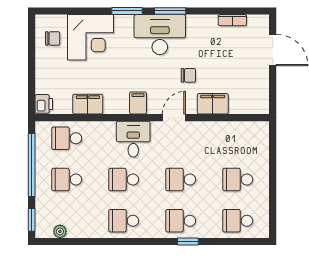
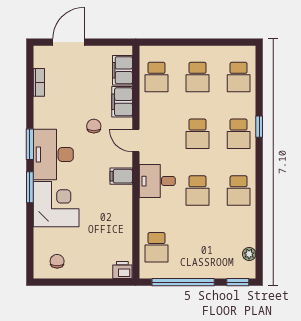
corner desk: (90, 37) -> (56, 204), moved
filing cabinet: (88, 104) -> (122, 70), moved
school desk: (67, 180) -> (156, 77), moved

